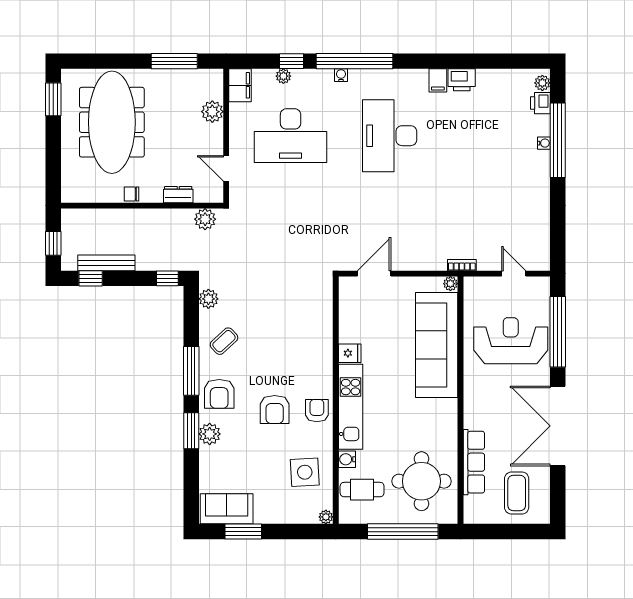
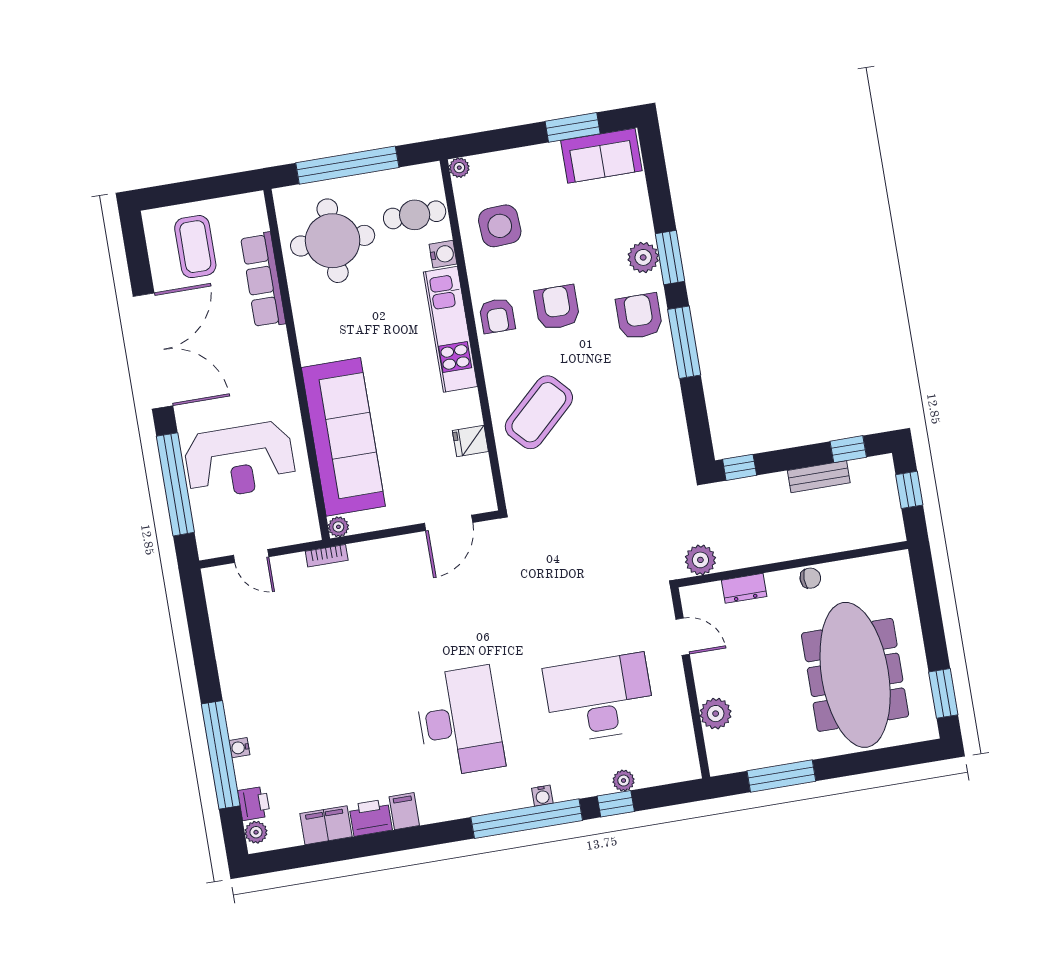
filing cabinet: (240, 85) -> (326, 825), moved, turned 90
bench: (106, 263) -> (819, 477), width x0.73
plant: (208, 299) -> (677, 448), removed
coffee table: (224, 341) -> (539, 412), moved, width x1.86, depth x1.72
fridge: (350, 353) -> (470, 441), moved

